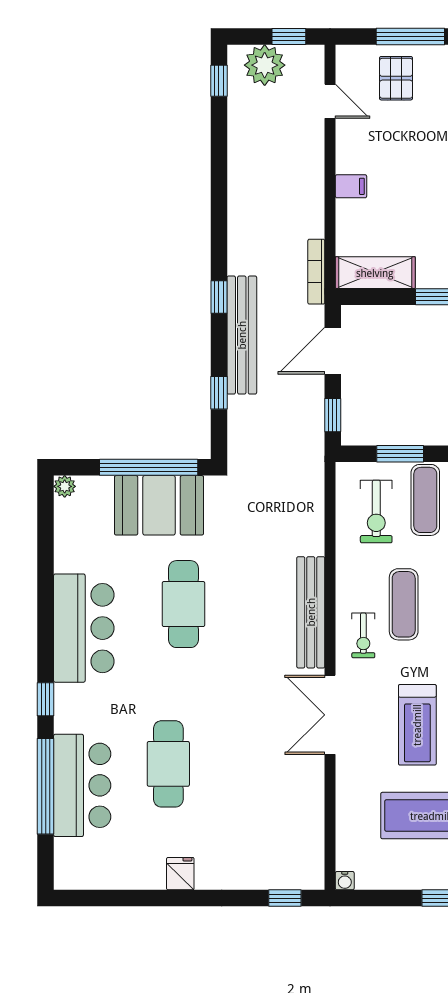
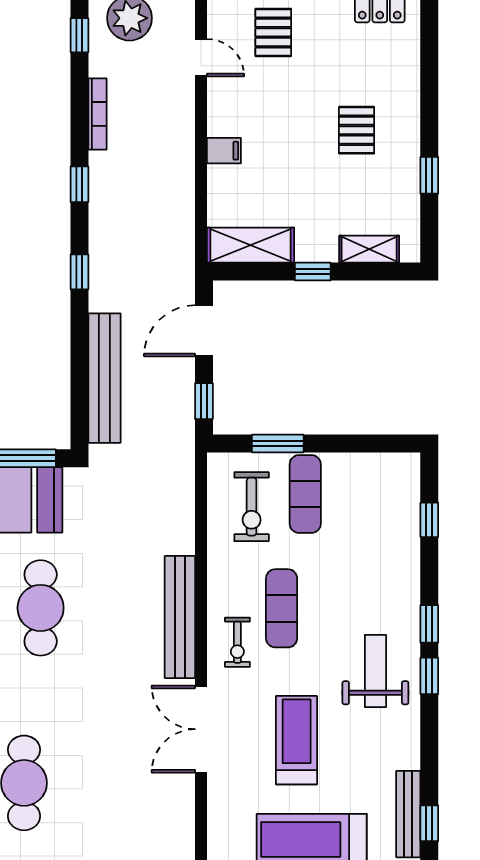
bookcase: (316, 272) -> (97, 114), moved, turned 180
bench: (242, 335) -> (104, 378), moved
window: (219, 393) -> (79, 184), moved
treadmill: (417, 725) -> (297, 740), turned 180

